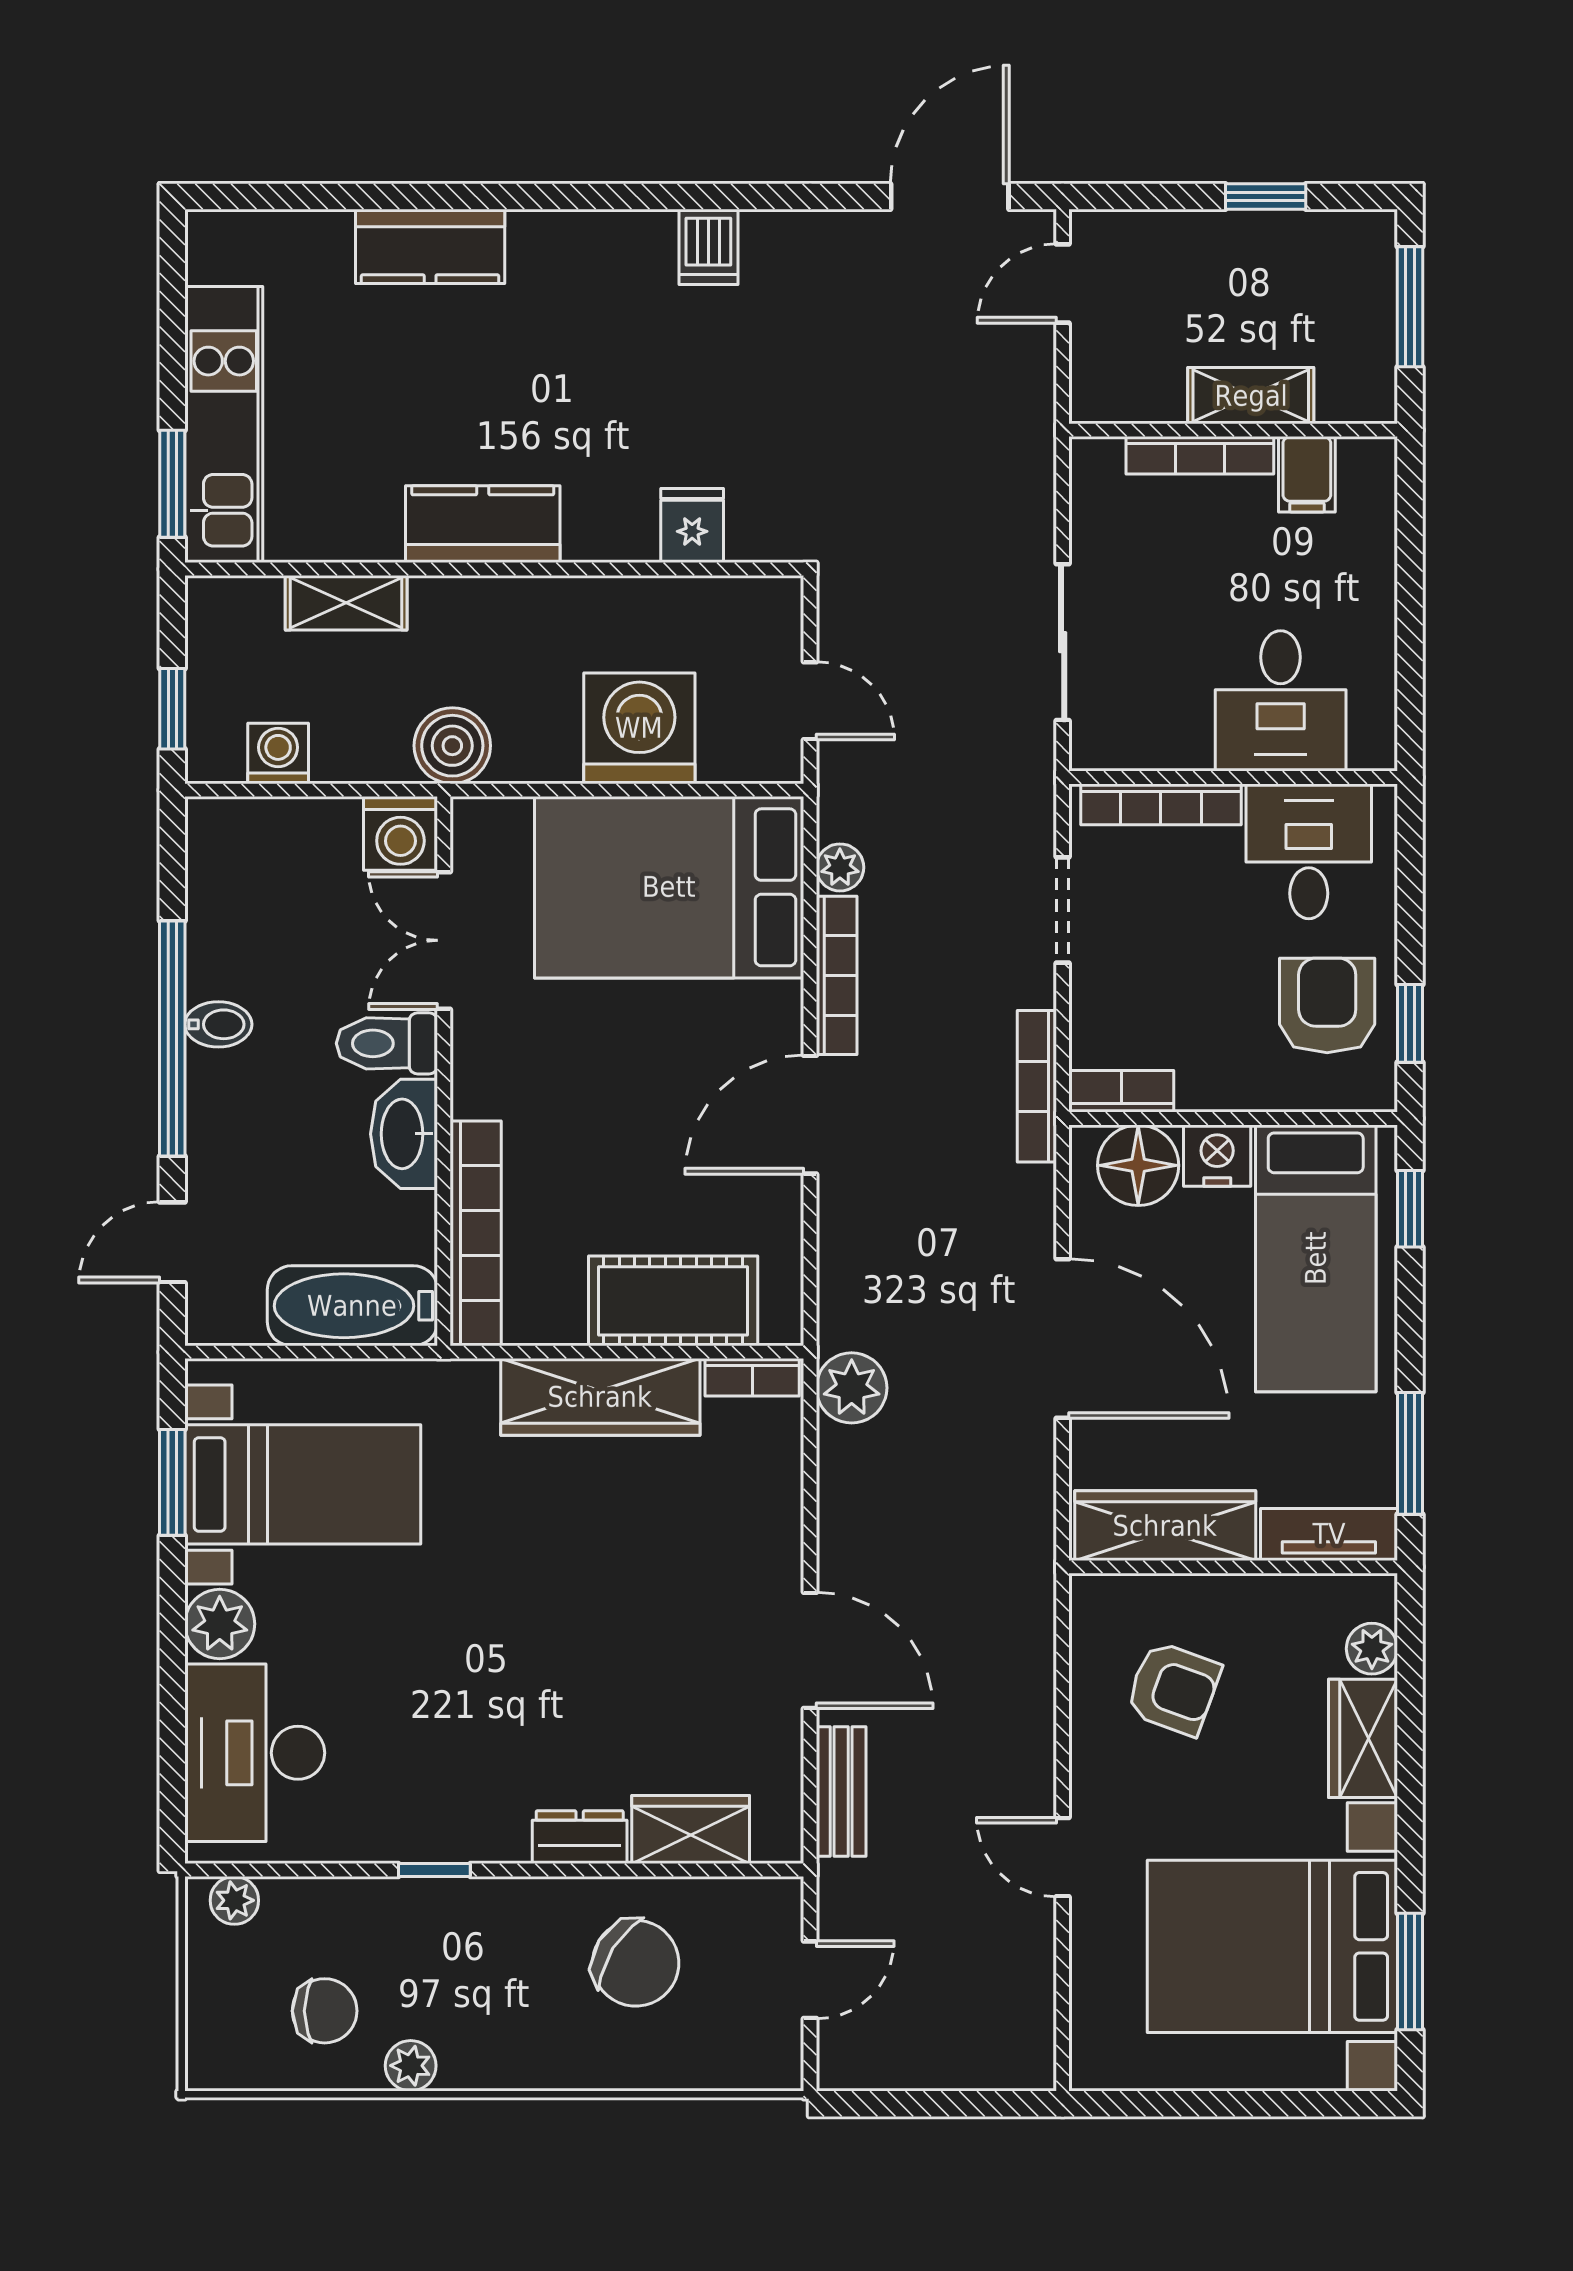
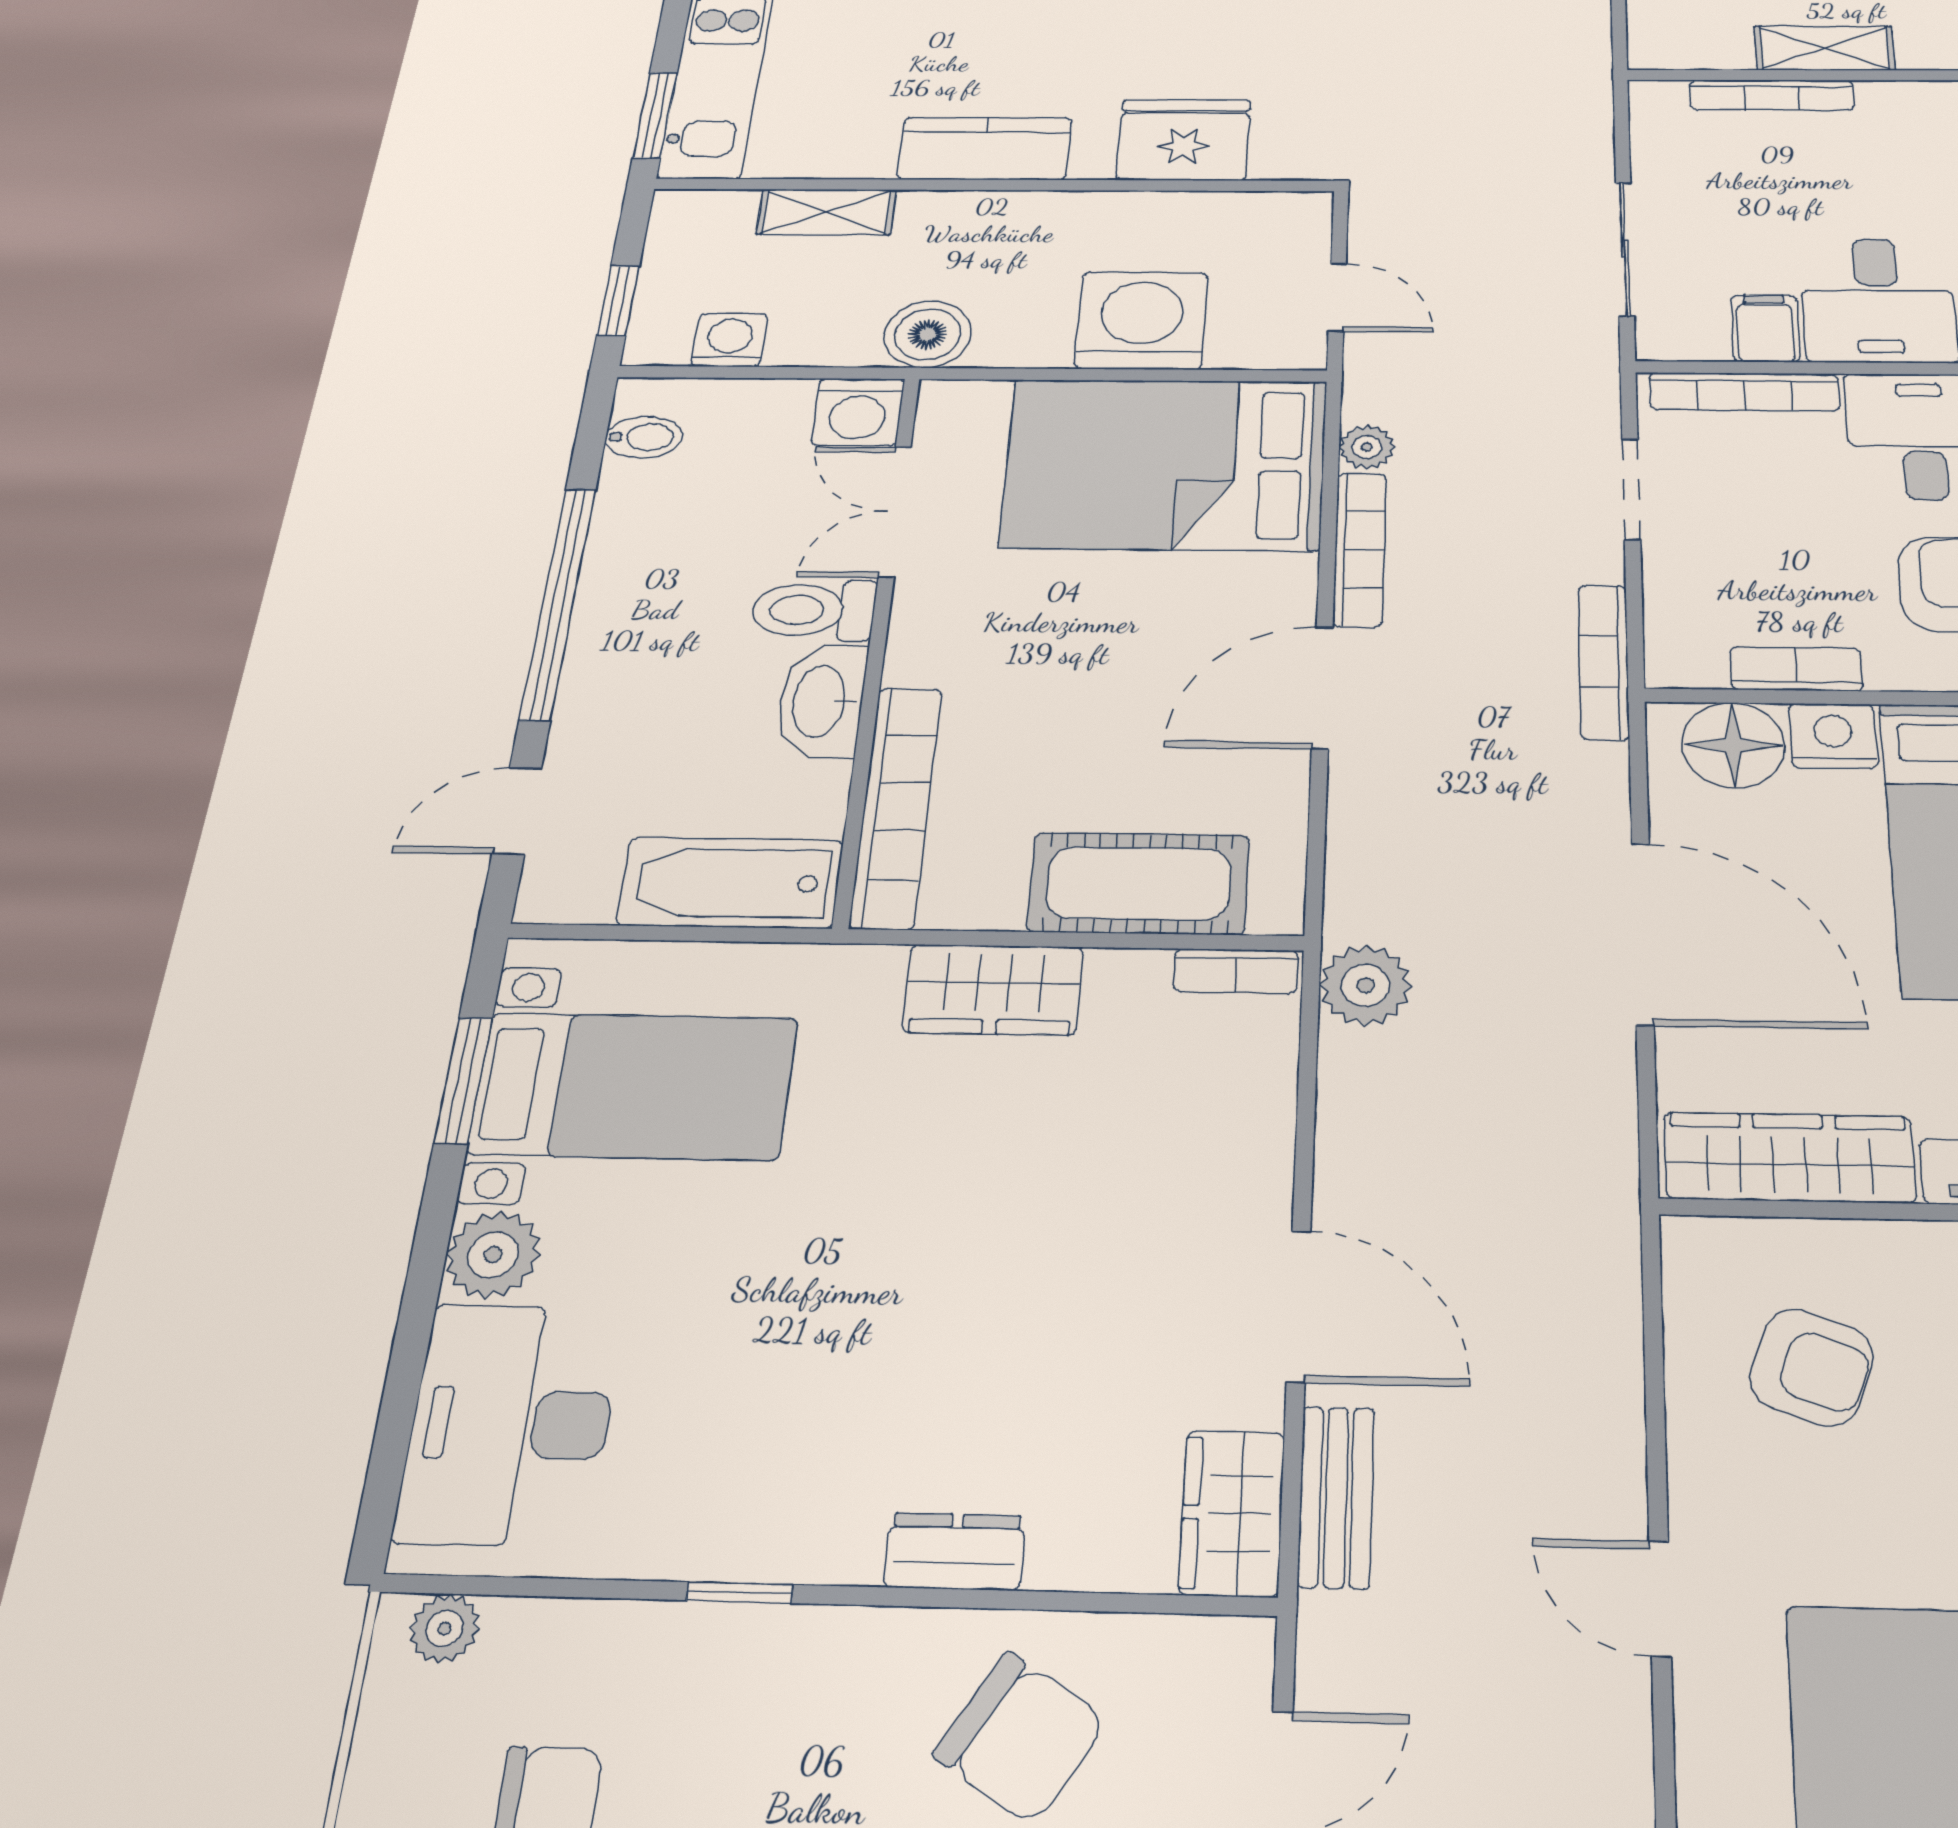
filing cabinet: (1307, 474) -> (1765, 328), moved, turned 180
fridge: (692, 526) -> (1184, 140), width x1.88, depth x1.34
bidet: (218, 1024) -> (644, 437), moved
bookcase: (1121, 1091) -> (1796, 669), moved
wardrobe: (600, 1397) -> (993, 990), width x0.67
wardrobe: (691, 1830) -> (1232, 1513), moved, turned -90

